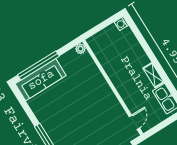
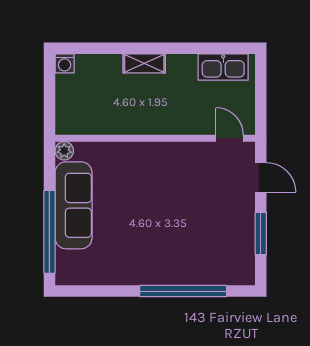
shelving: (153, 75) -> (144, 63), moved
sofa: (41, 80) -> (74, 205), moved

